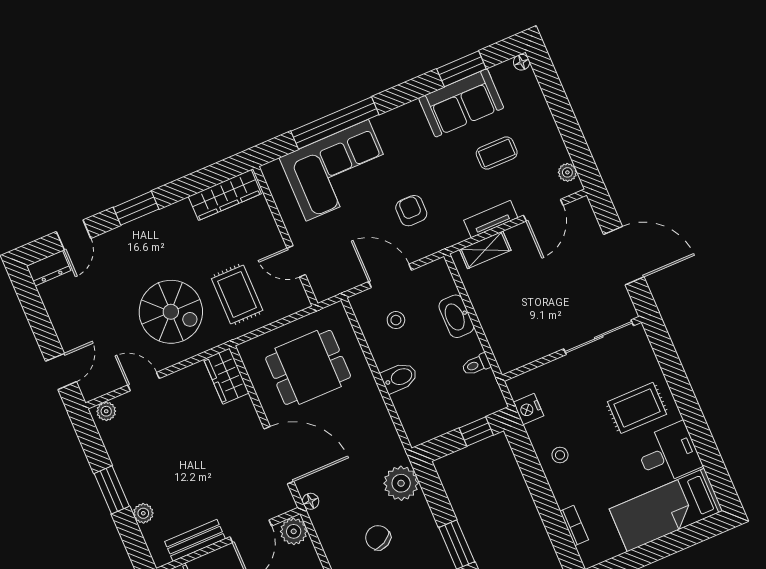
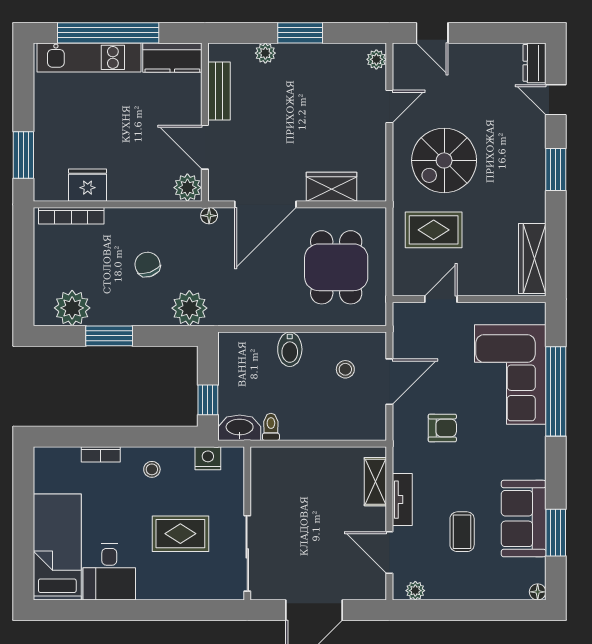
washbasin: (456, 316) -> (240, 428), moved
wardrobe: (226, 376) -> (332, 187), moved
rug: (637, 408) -> (180, 534), moved, turned 90
bookcase: (574, 526) -> (101, 454), moved
chair: (378, 538) -> (147, 265), turned -82

